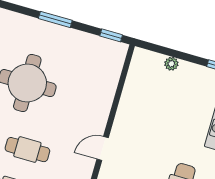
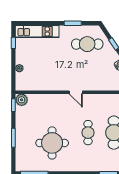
plant: (116, 52) -> (22, 100), added

